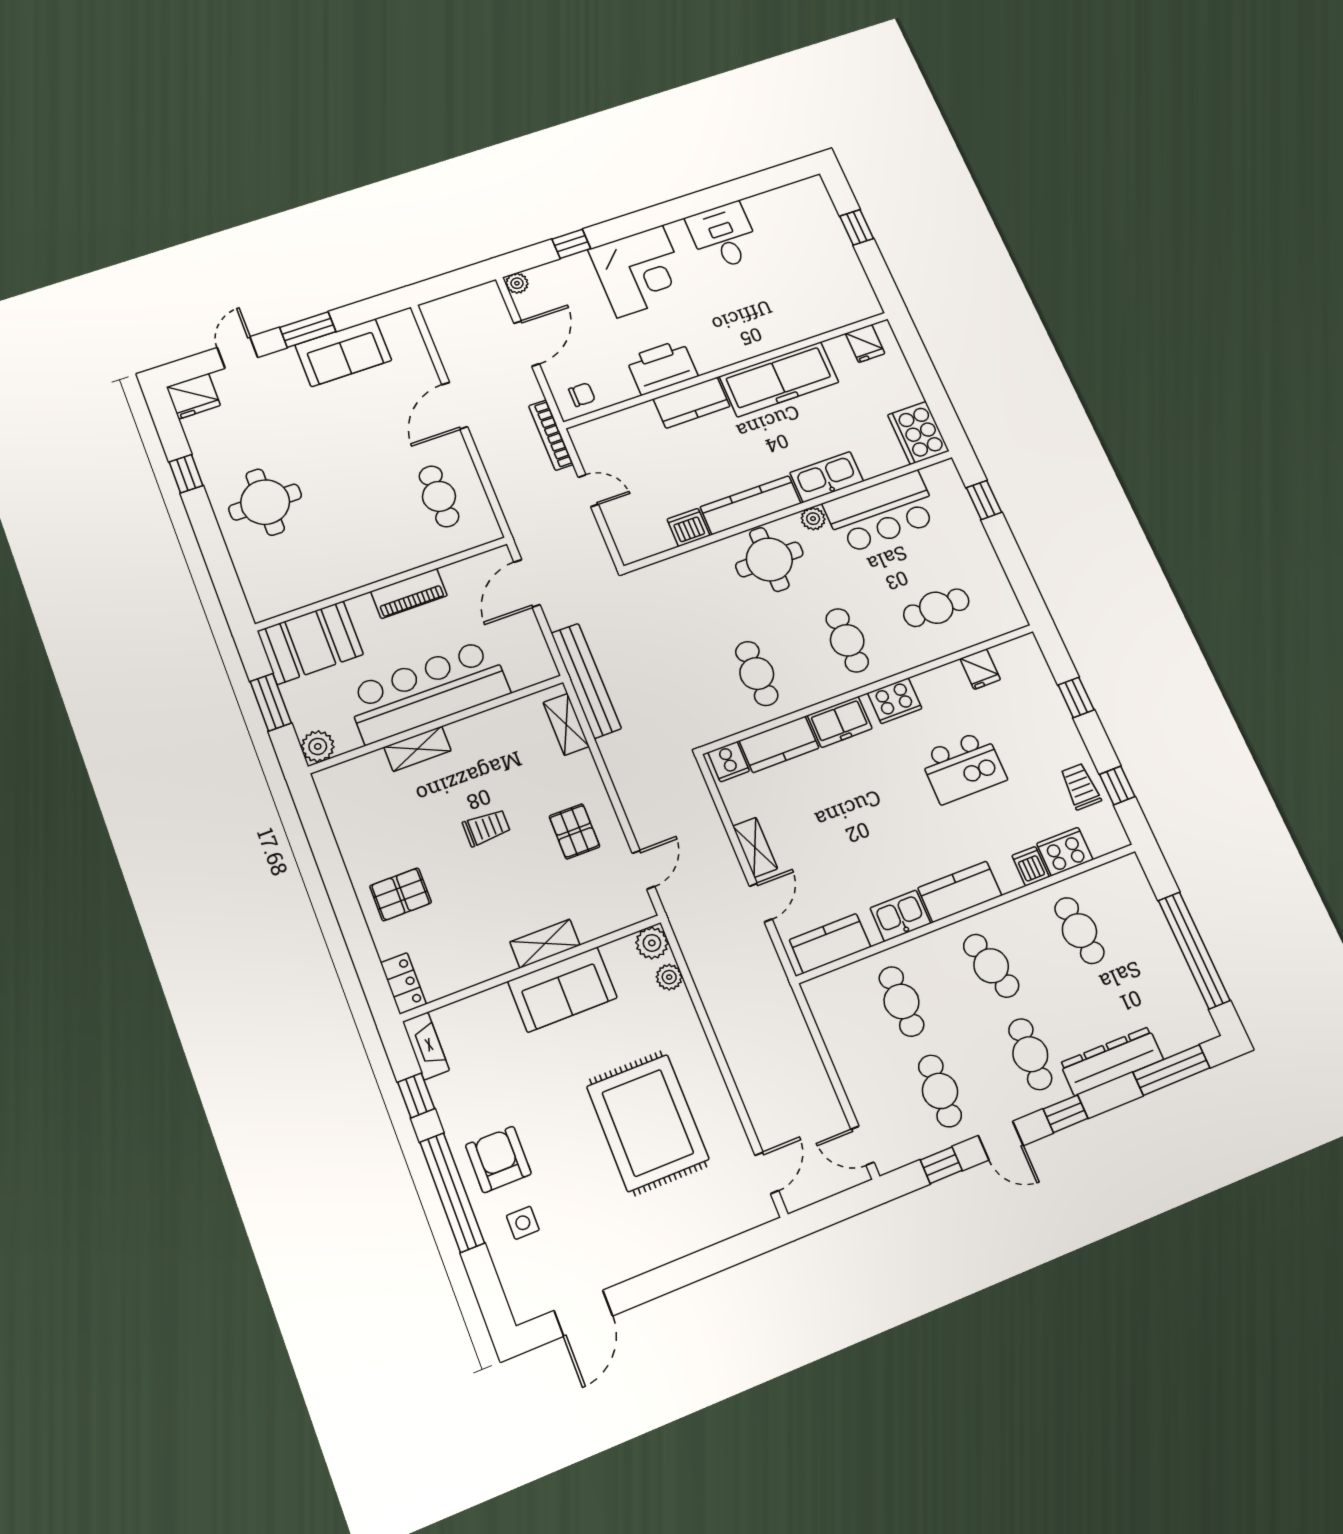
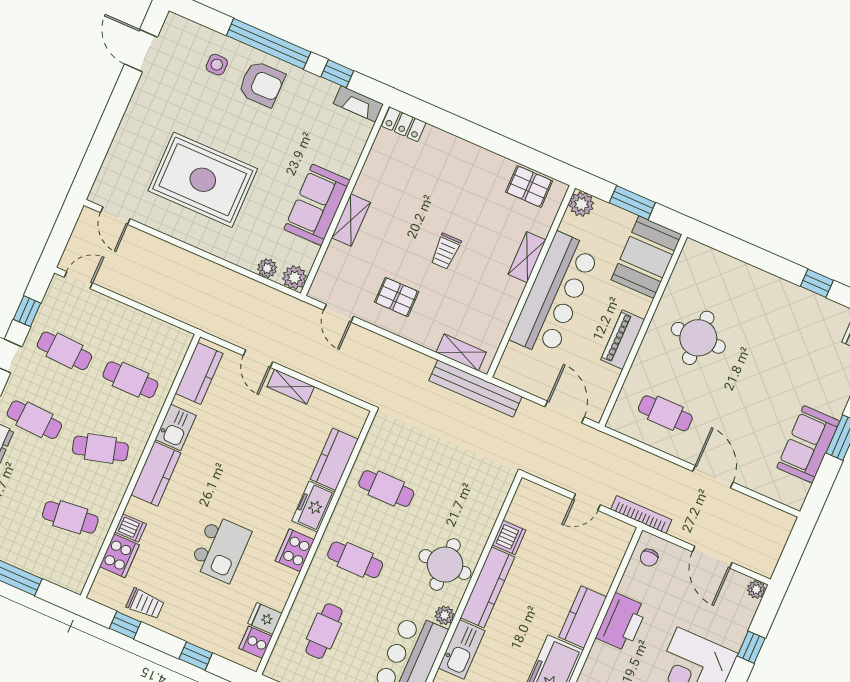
round table: (265, 502) -> (698, 338), moved
cooker: (729, 762) -> (255, 642), moved
kitchen island: (963, 767) -> (221, 549), turned 180
pallet: (401, 894) -> (529, 186), moved, turned 90

